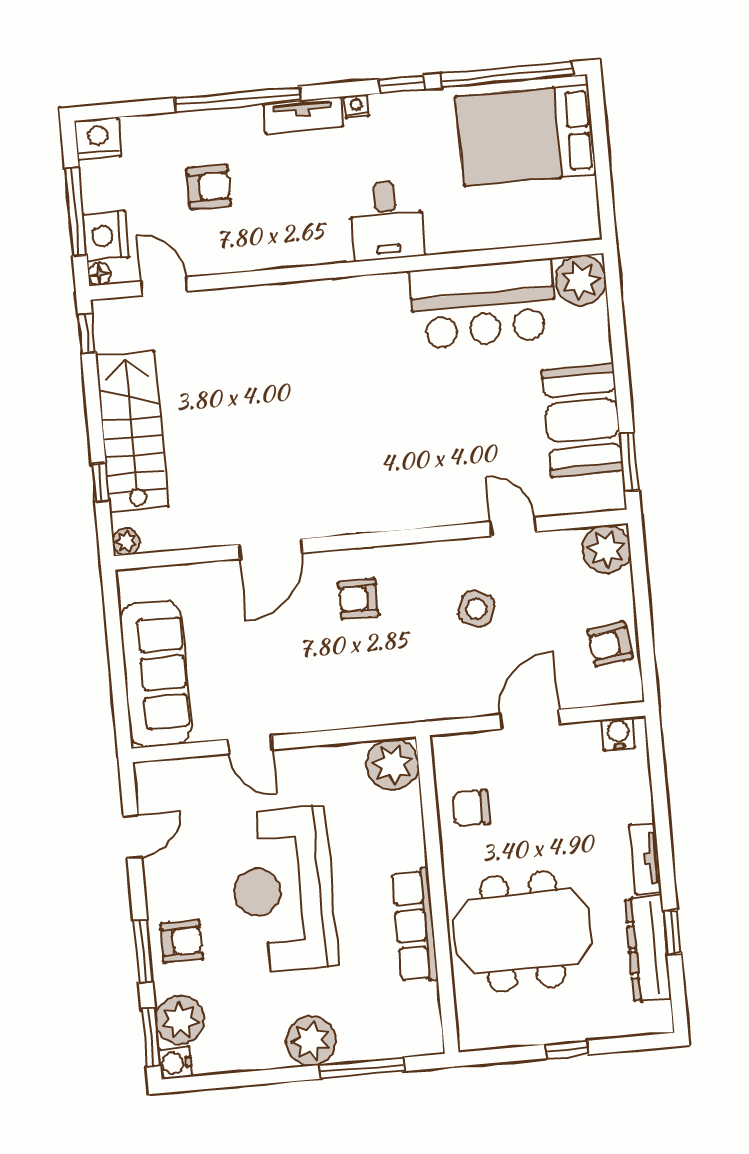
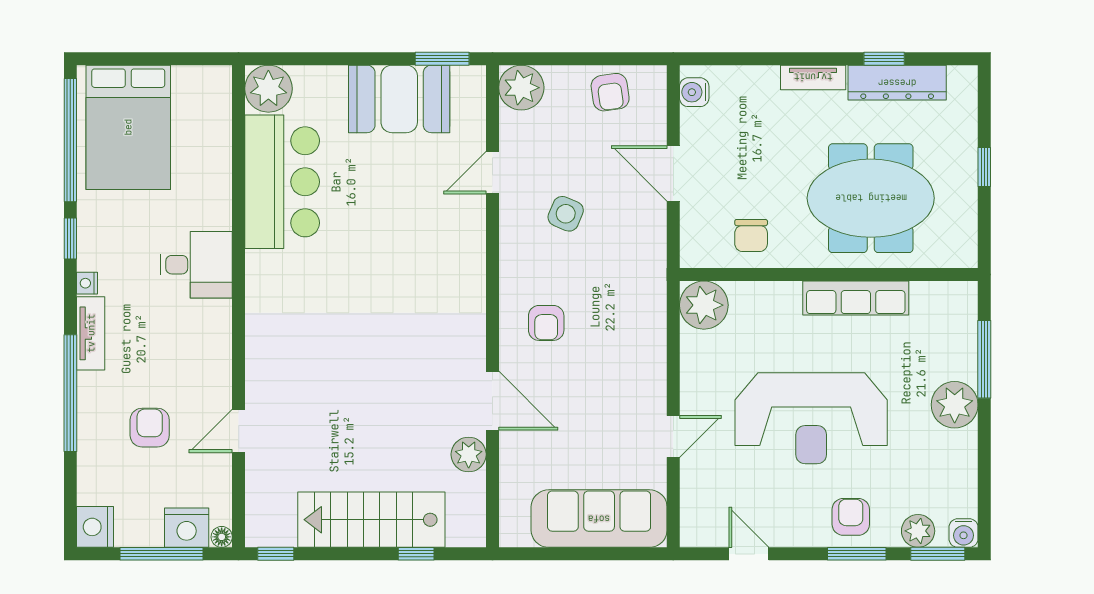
door: (164, 286) -> (239, 431), moved
plant: (126, 542) -> (469, 454), moved, width x1.38, depth x1.38
meeting table: (523, 932) -> (871, 198), turned 90
plant: (180, 1020) -> (918, 531), width x0.73, depth x0.73

